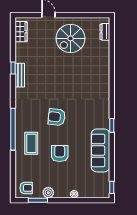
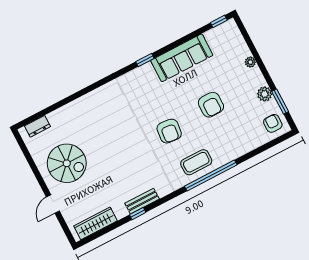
wardrobe: (21, 32) -> (95, 223), width x1.50
coffee table: (31, 143) -> (196, 162), moved
armchair: (60, 154) -> (211, 105), turned -90

